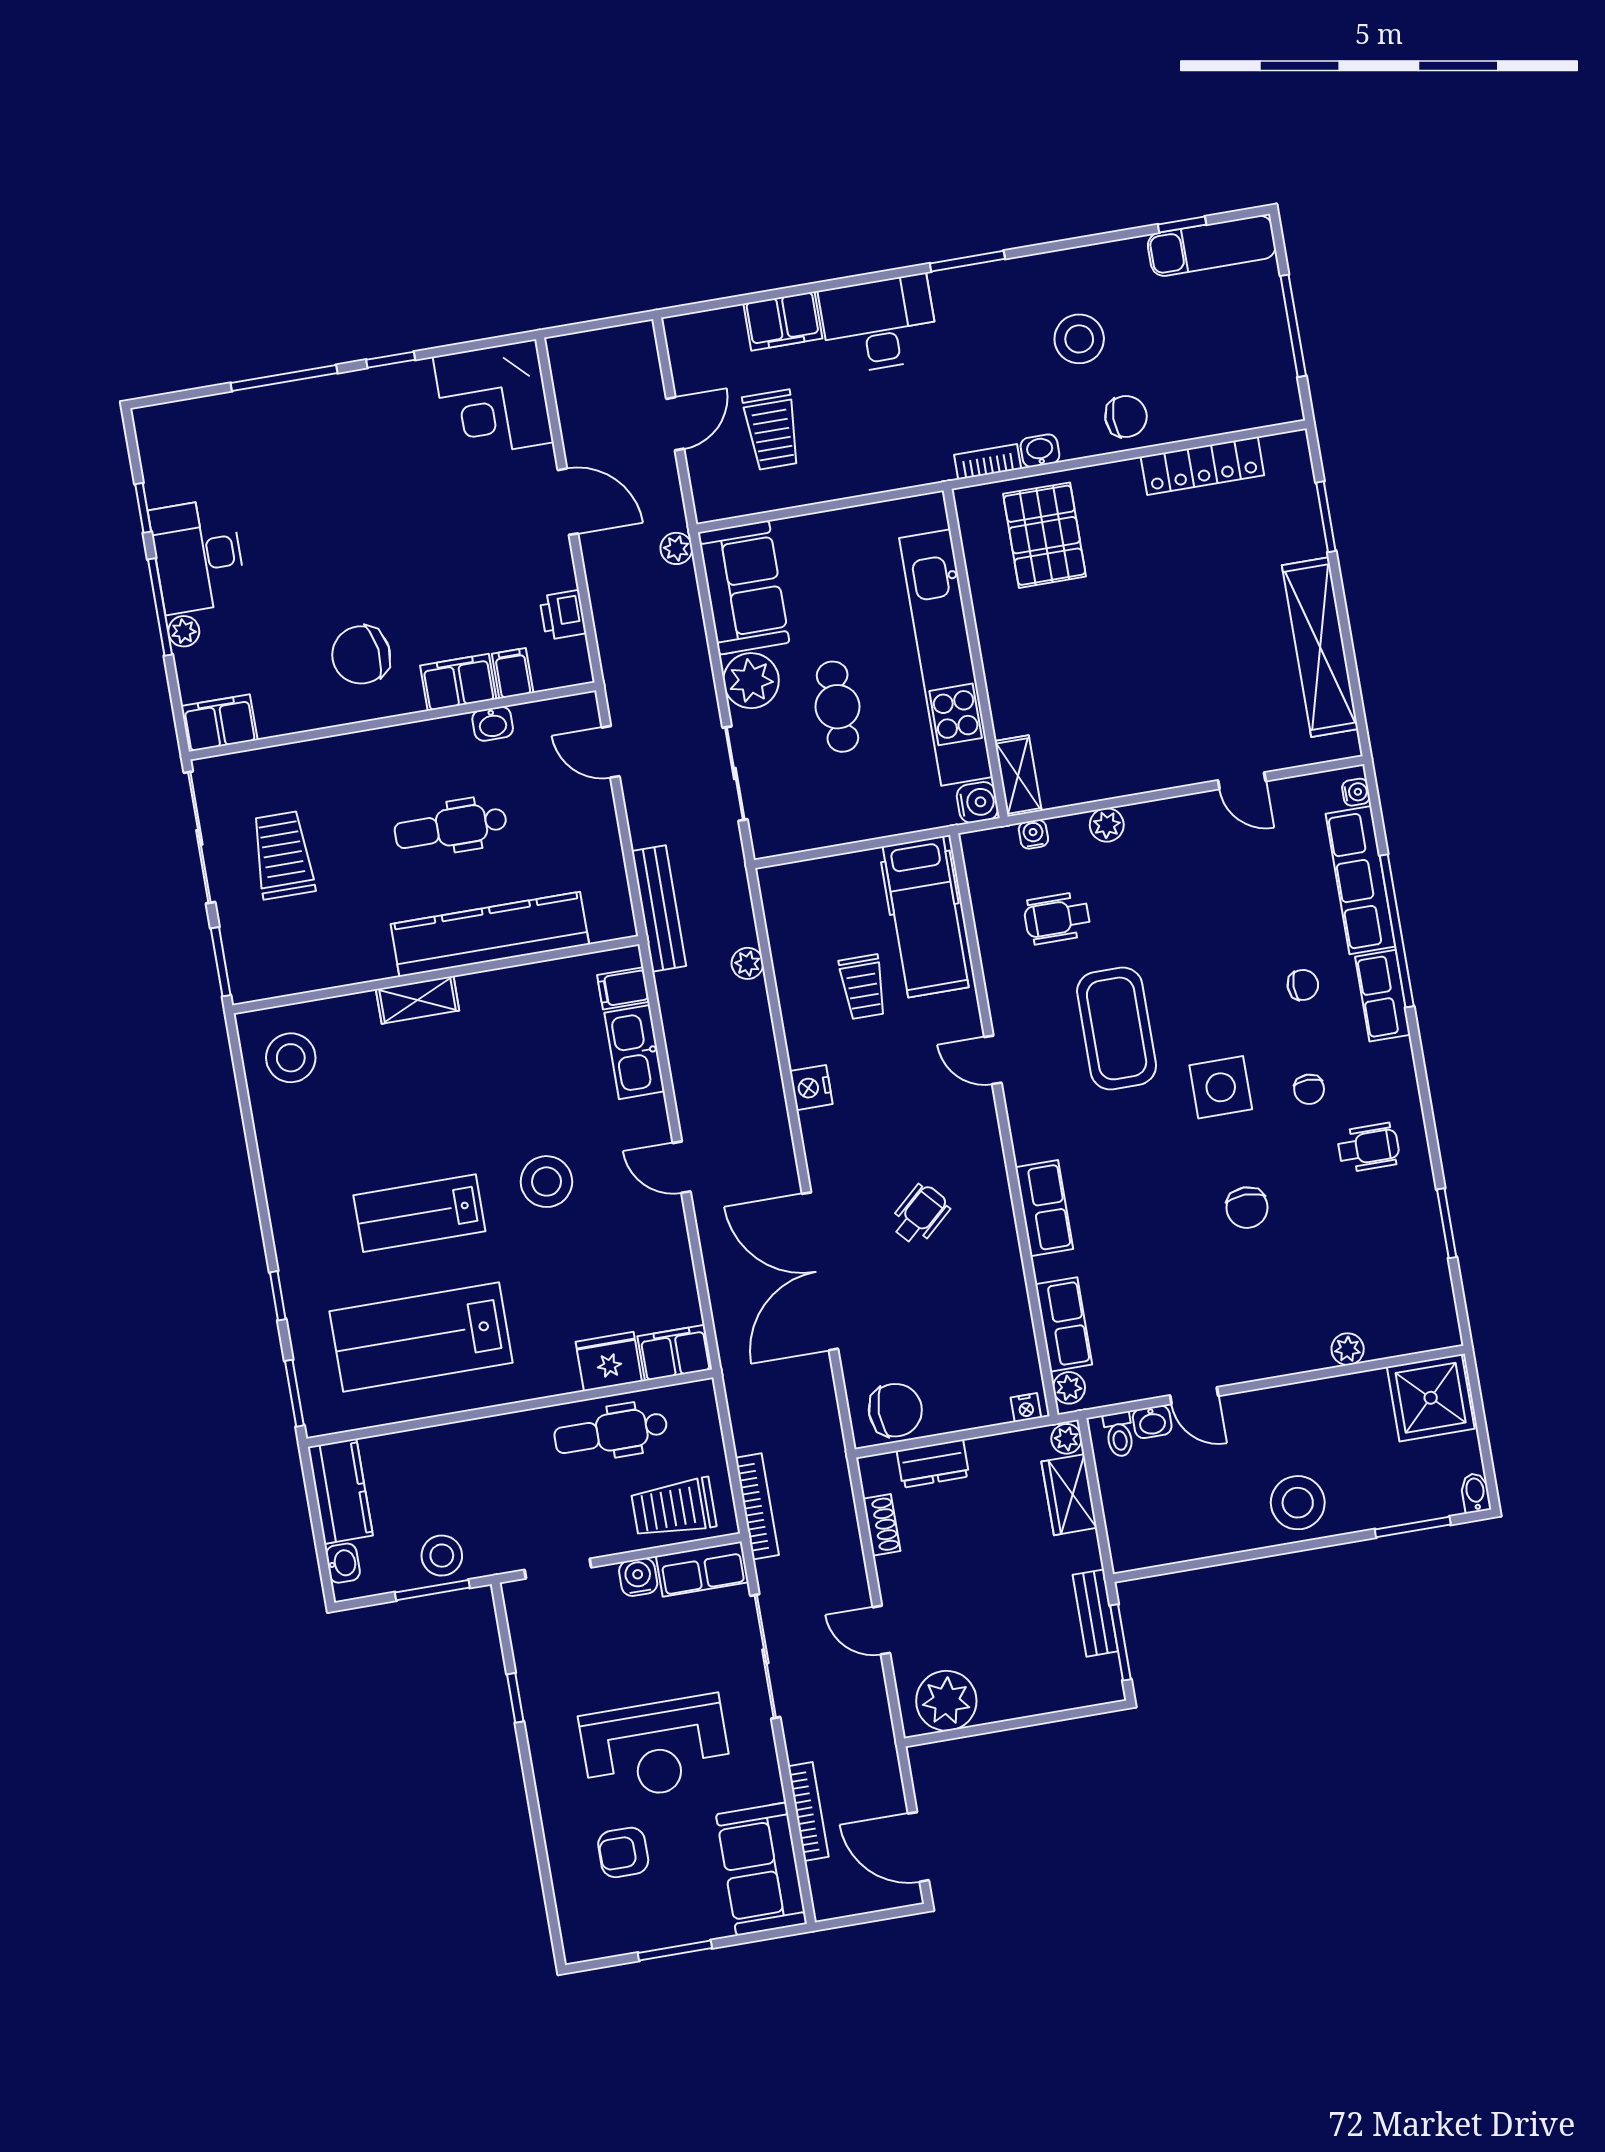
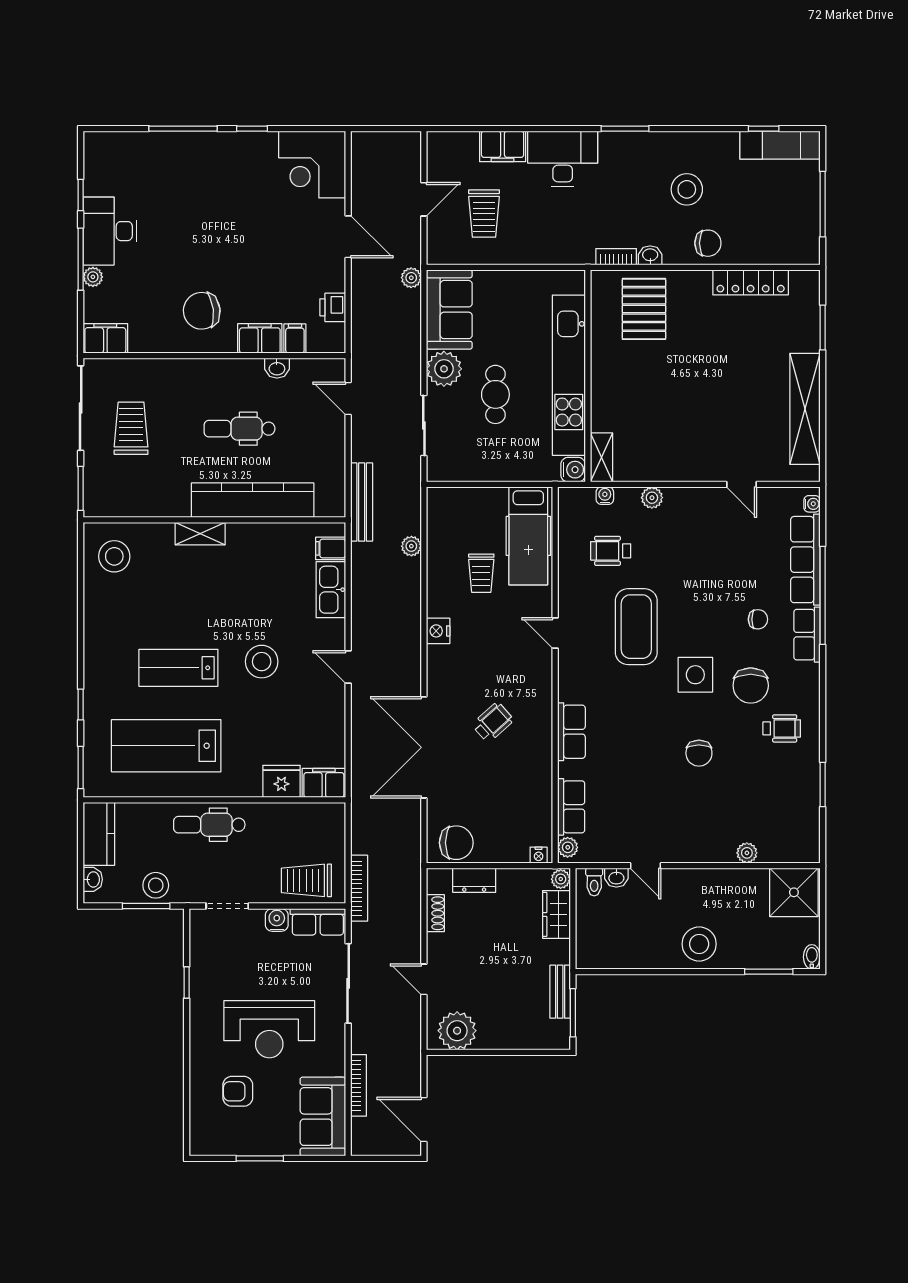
chair: (1309, 1089) -> (751, 686), width x1.87, depth x1.87
dental chair: (611, 1432) -> (209, 825), moved

